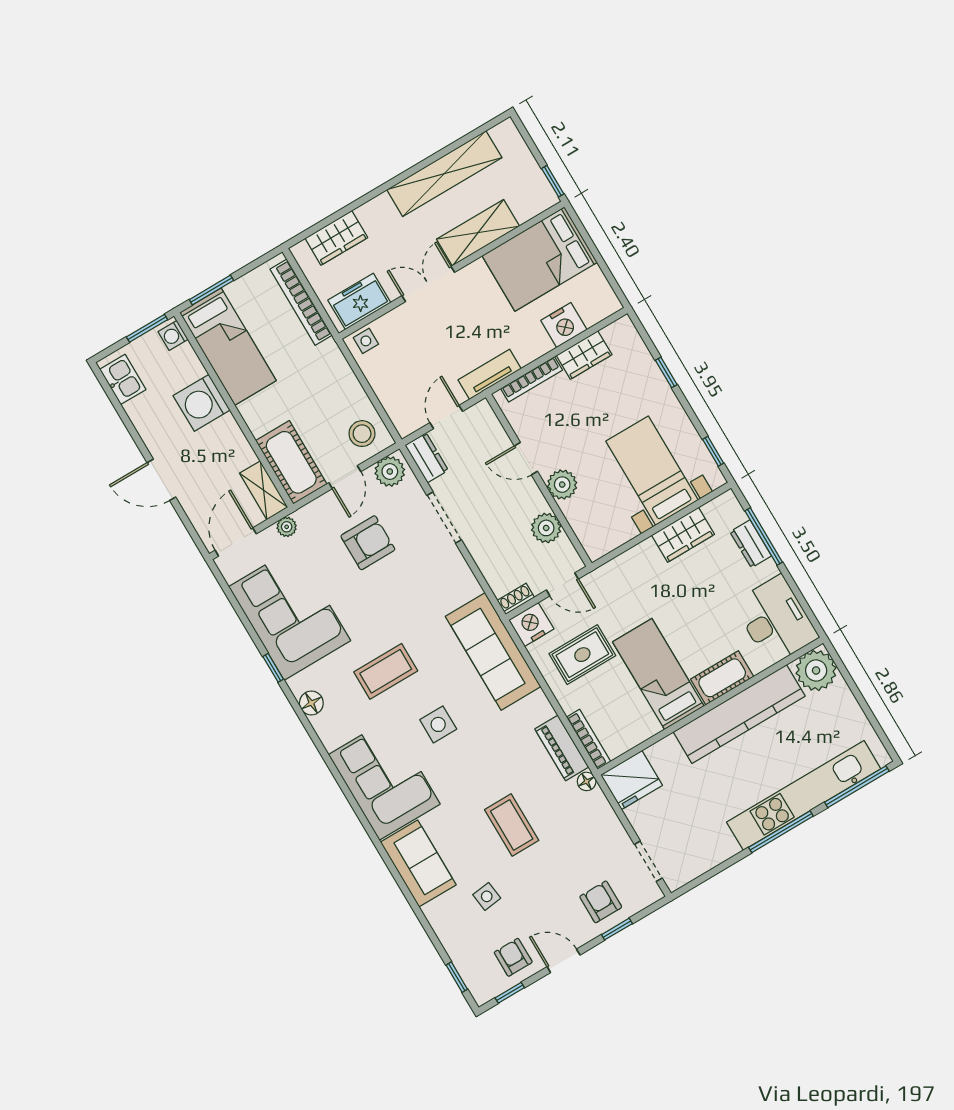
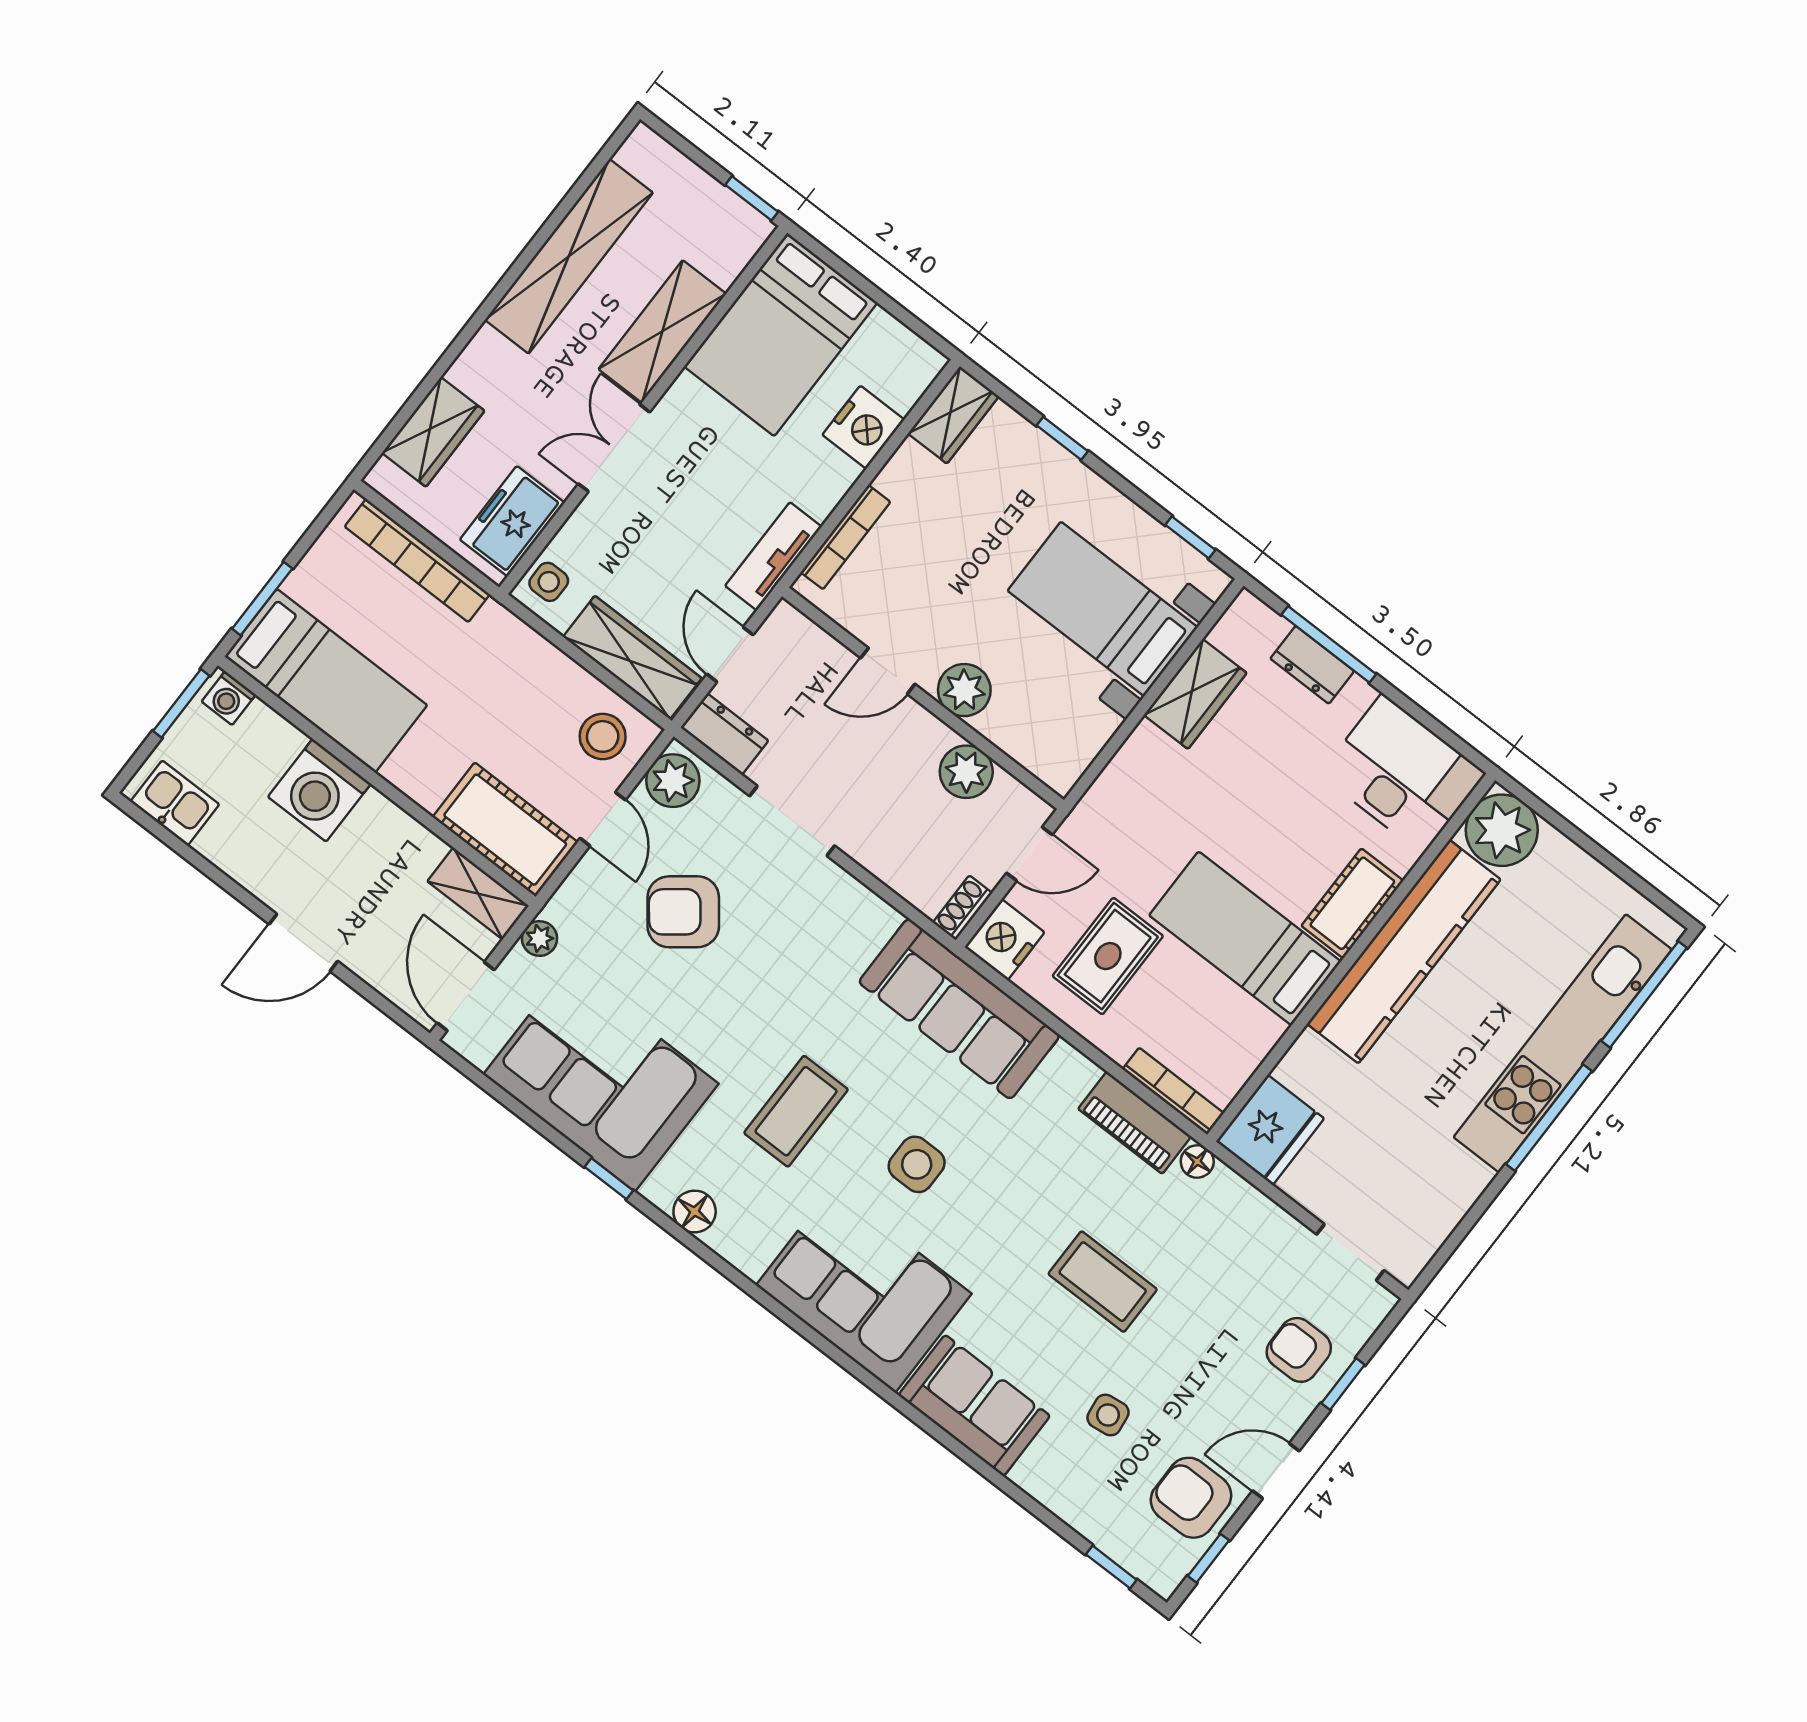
wardrobe: (584, 355) -> (953, 415), moved
wardrobe: (394, 398) -> (632, 657), added
armchair: (368, 543) -> (683, 912), turned -128
armchair: (513, 957) -> (1191, 1498), width x1.38, depth x1.38

